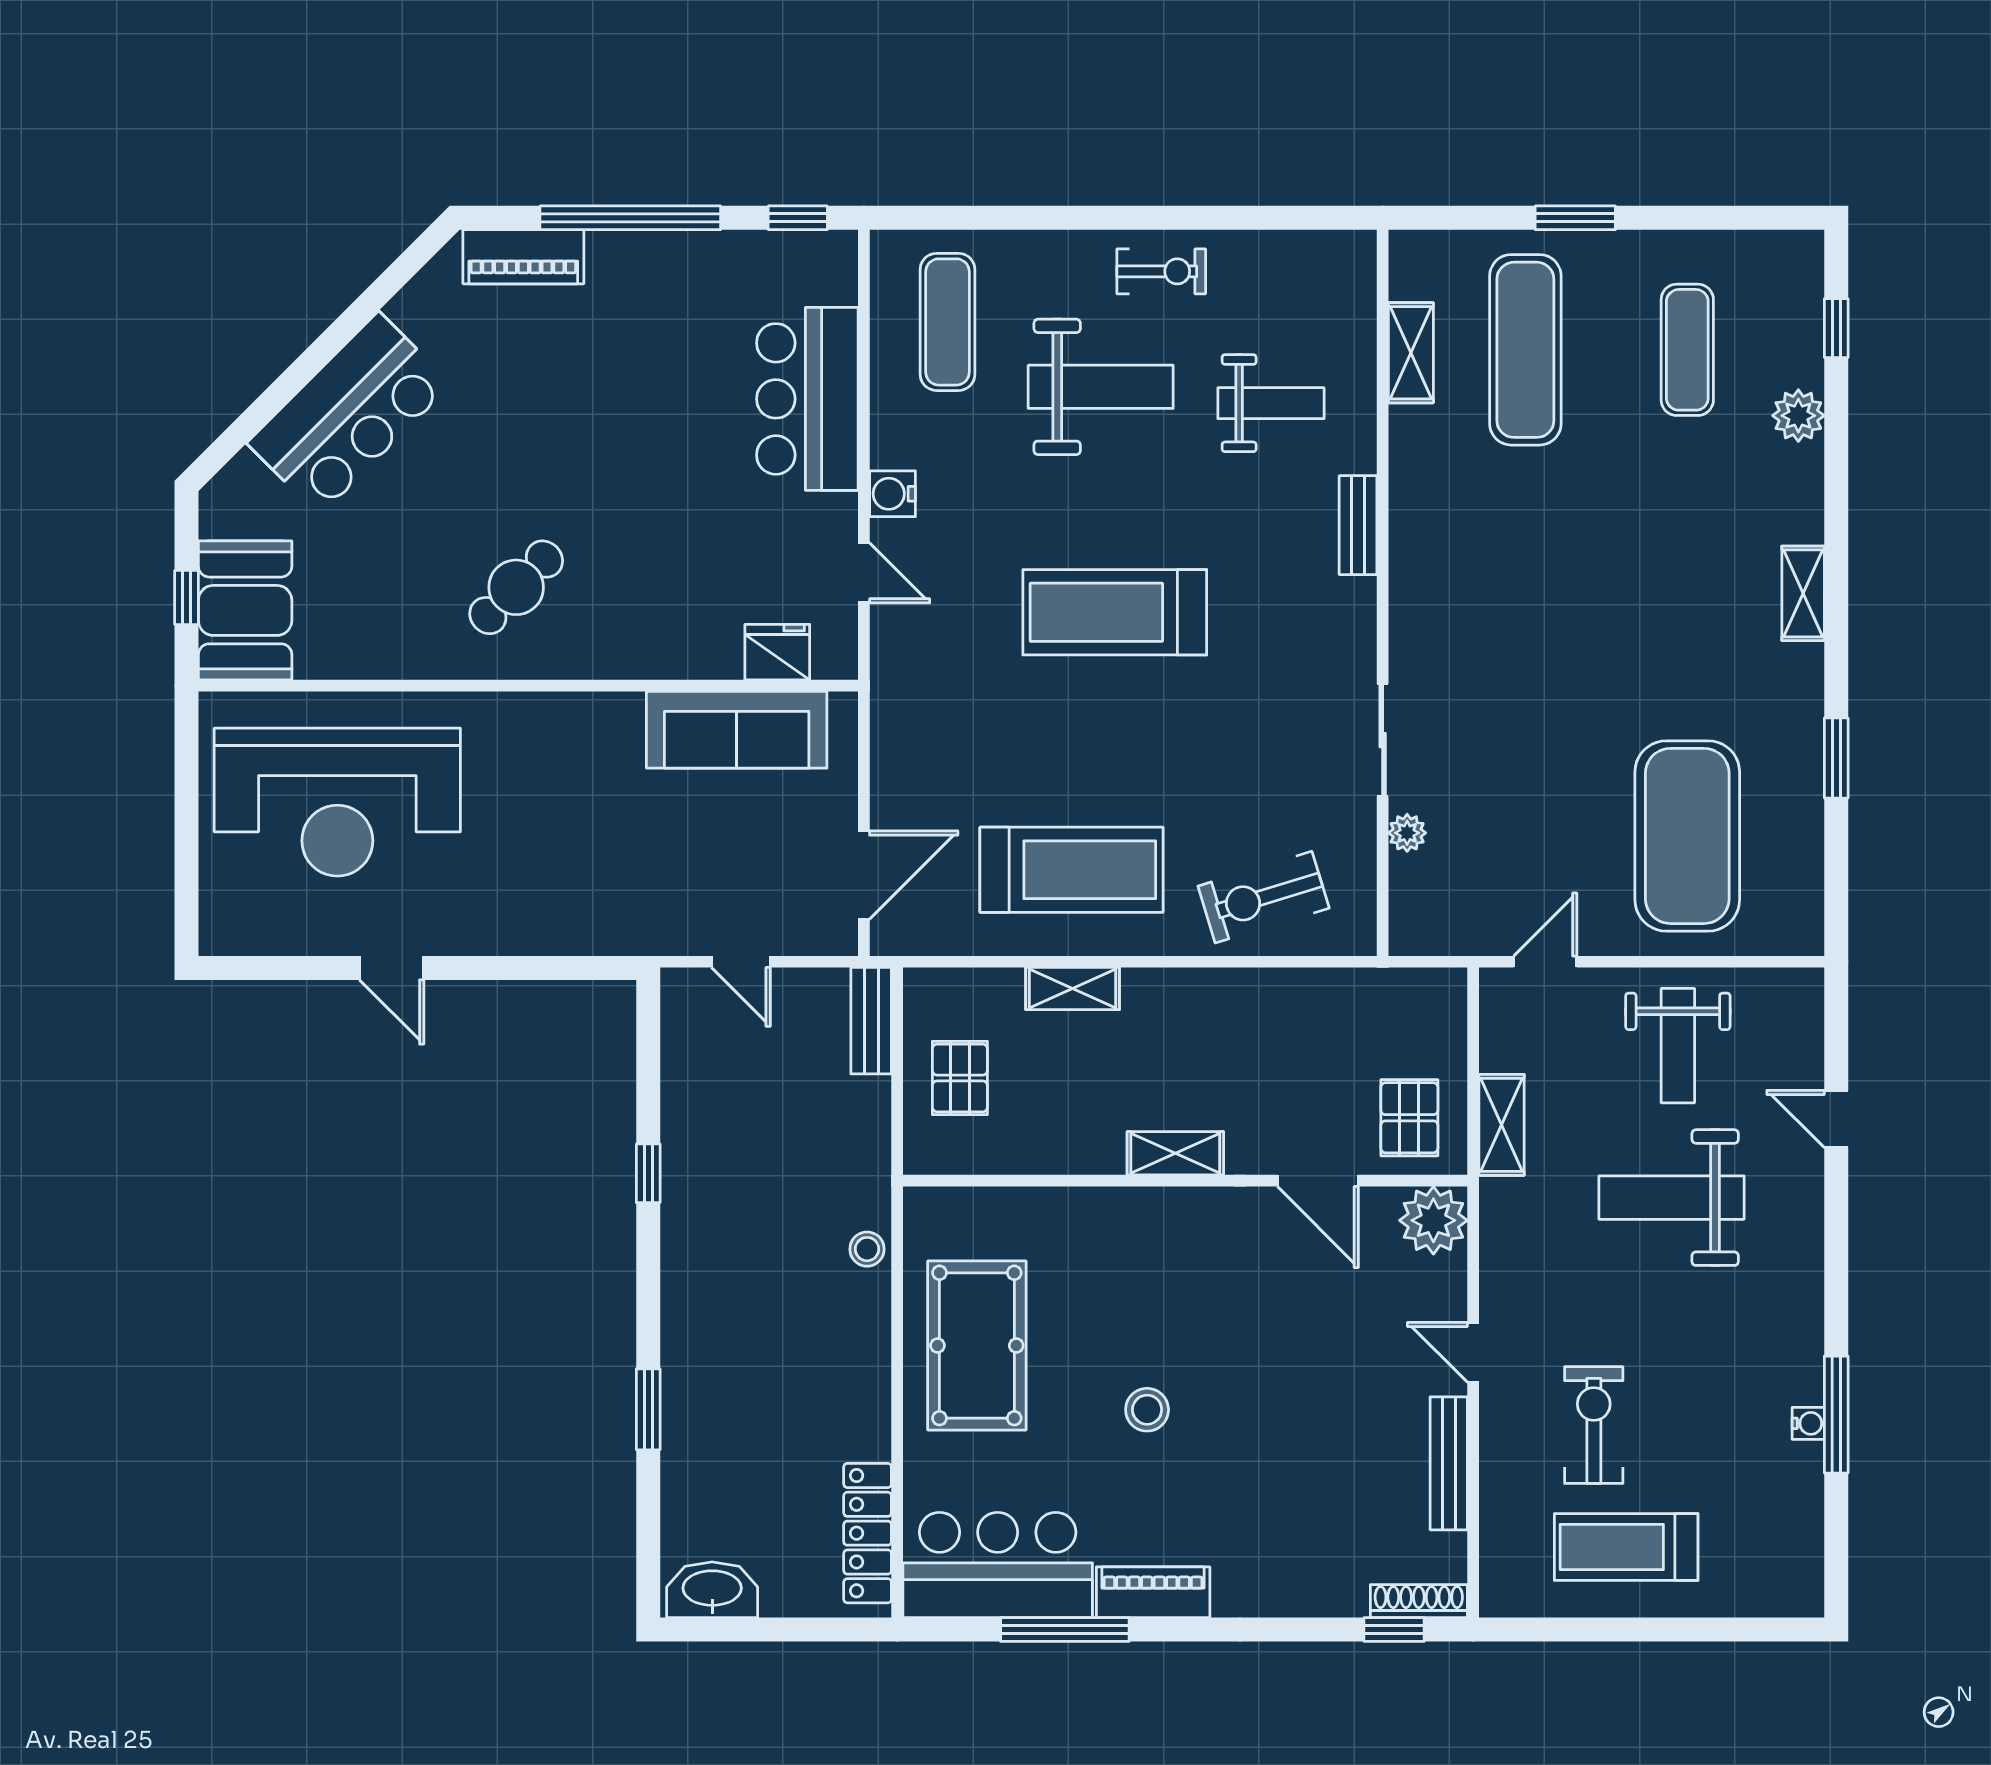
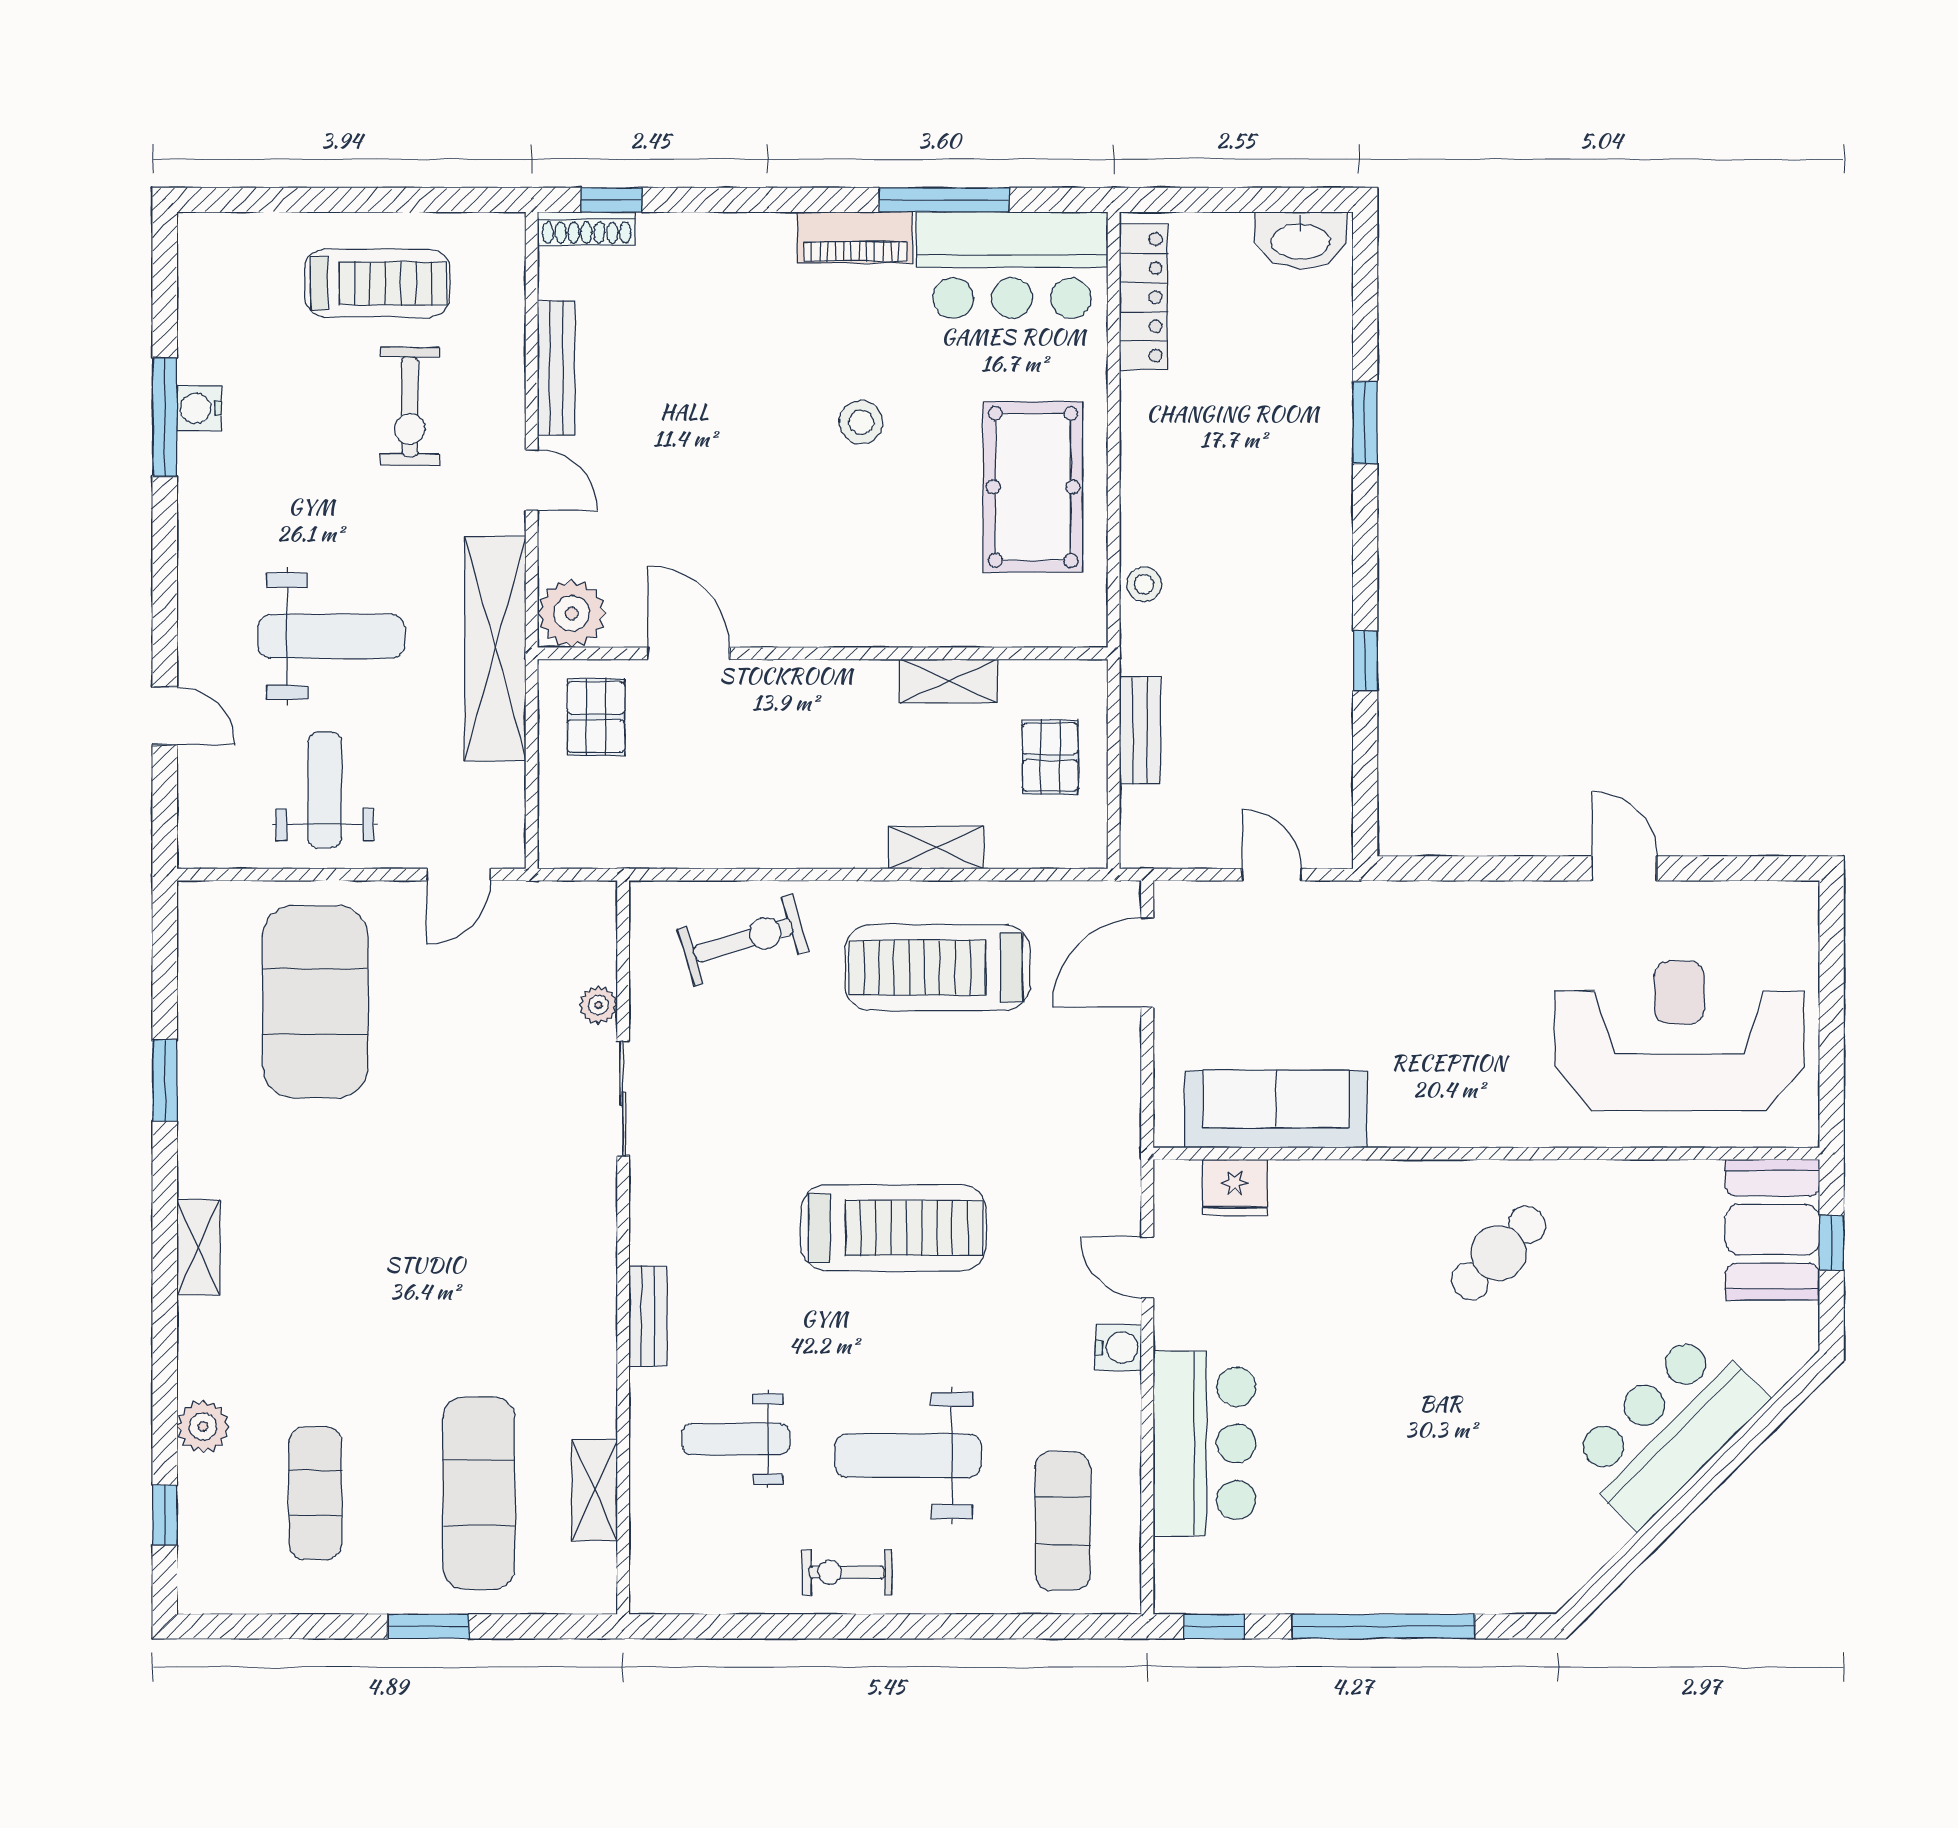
piano: (523, 257) -> (1491, 1587), removed
bench: (871, 1021) -> (1140, 731), moved
shelving: (1501, 1125) -> (495, 649), width x2.20, depth x1.33
shelving: (1175, 1153) -> (949, 681), moved
water cooler: (1808, 1423) -> (199, 408), width x1.38, depth x1.38

